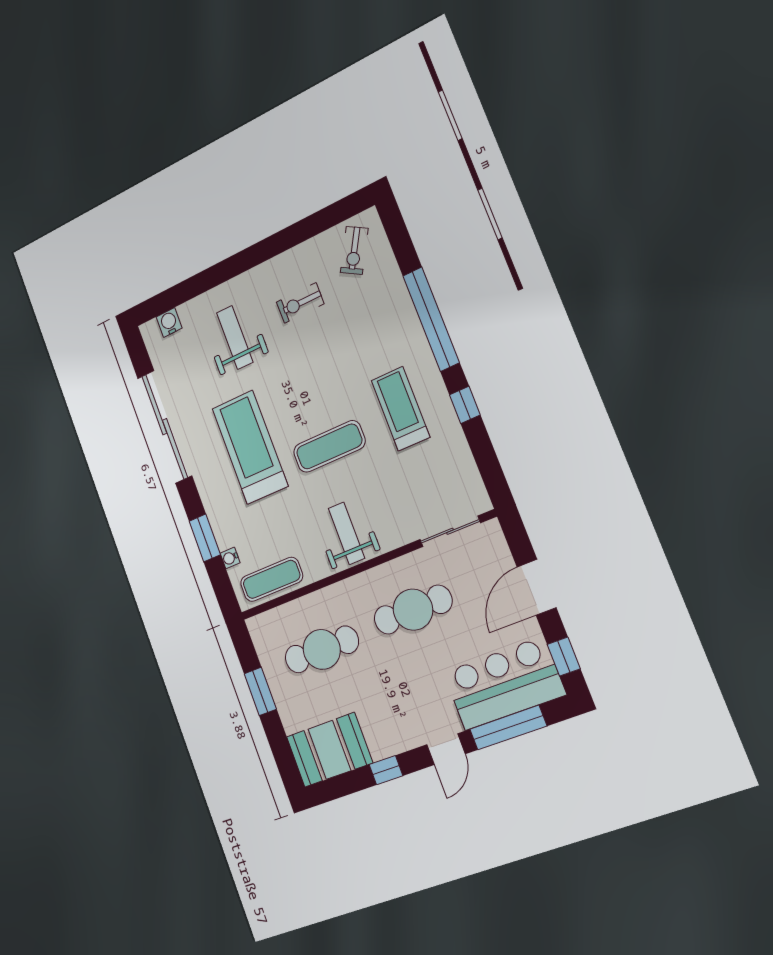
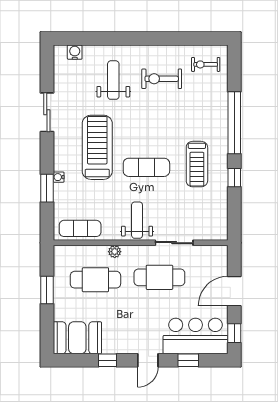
exercise bike: (354, 250) -> (206, 64), turned 60
exercise bike: (300, 303) -> (162, 79), width x1.38, depth x1.39
treadmill: (400, 409) -> (197, 164), turned 180
sliding door: (165, 427) -> (47, 112), width x0.54
sliding door: (450, 531) -> (174, 243), moved
water cooler: (230, 558) -> (59, 177), moved
plant: (333, 595) -> (115, 252), added
window: (508, 728) -> (188, 360), width x0.46

